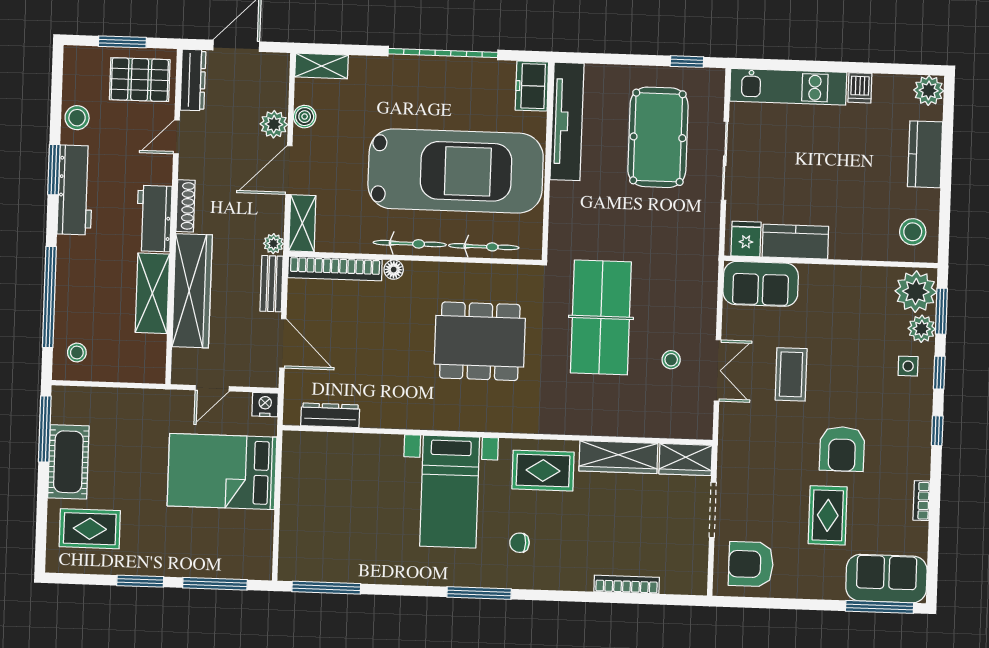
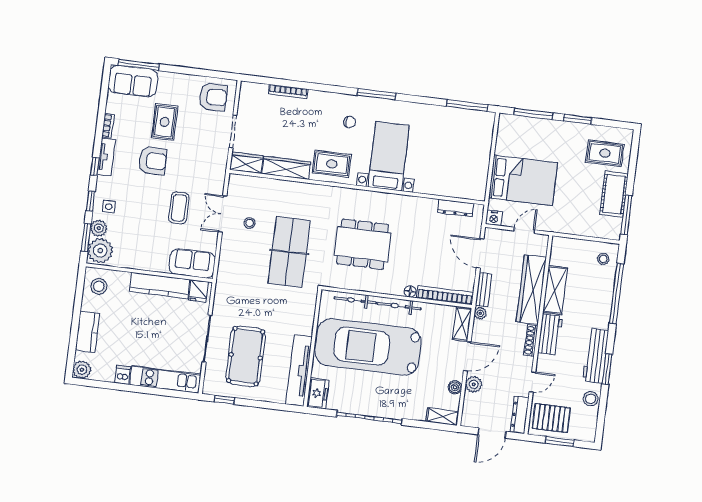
kitchen counter: (795, 242) -> (160, 285), width x1.50
tv unit: (920, 448) -> (106, 157), added
armchair: (842, 449) -> (153, 161), turned 90

